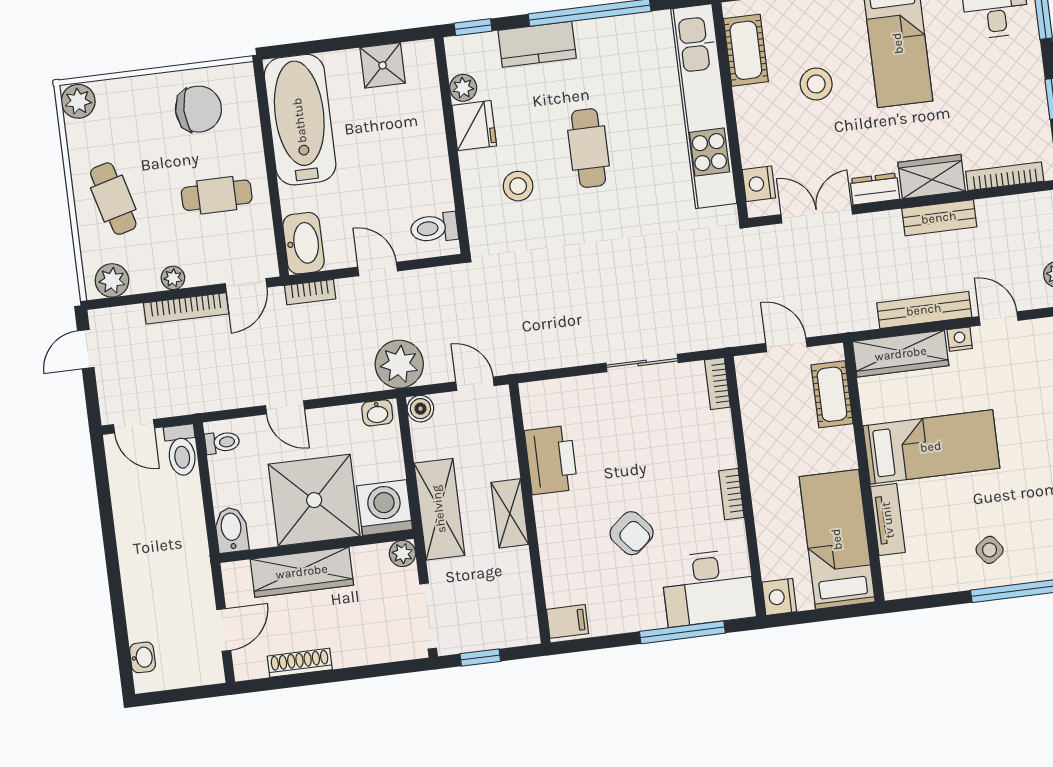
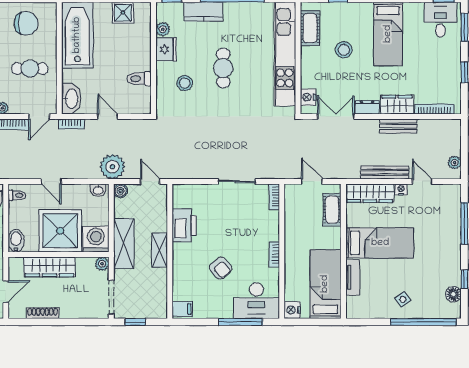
toilet: (434, 228) -> (139, 79), moved

